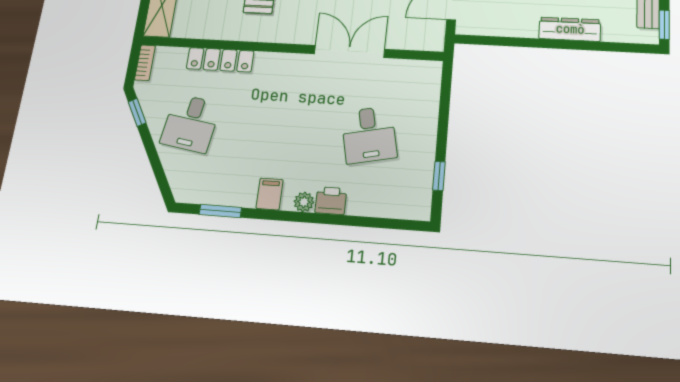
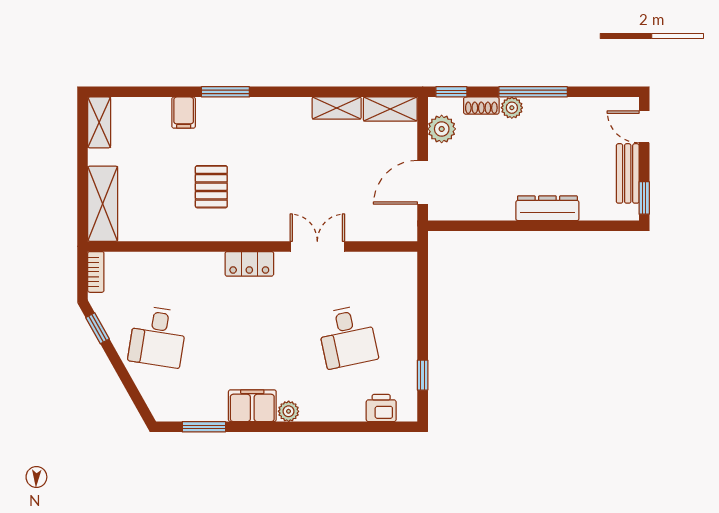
double door: (349, 51) -> (317, 246), width x0.73
locker: (220, 60) -> (249, 264), moved, width x0.66
filing cabinet: (270, 194) -> (252, 406), width x2.00
printer: (331, 201) -> (381, 408), moved

